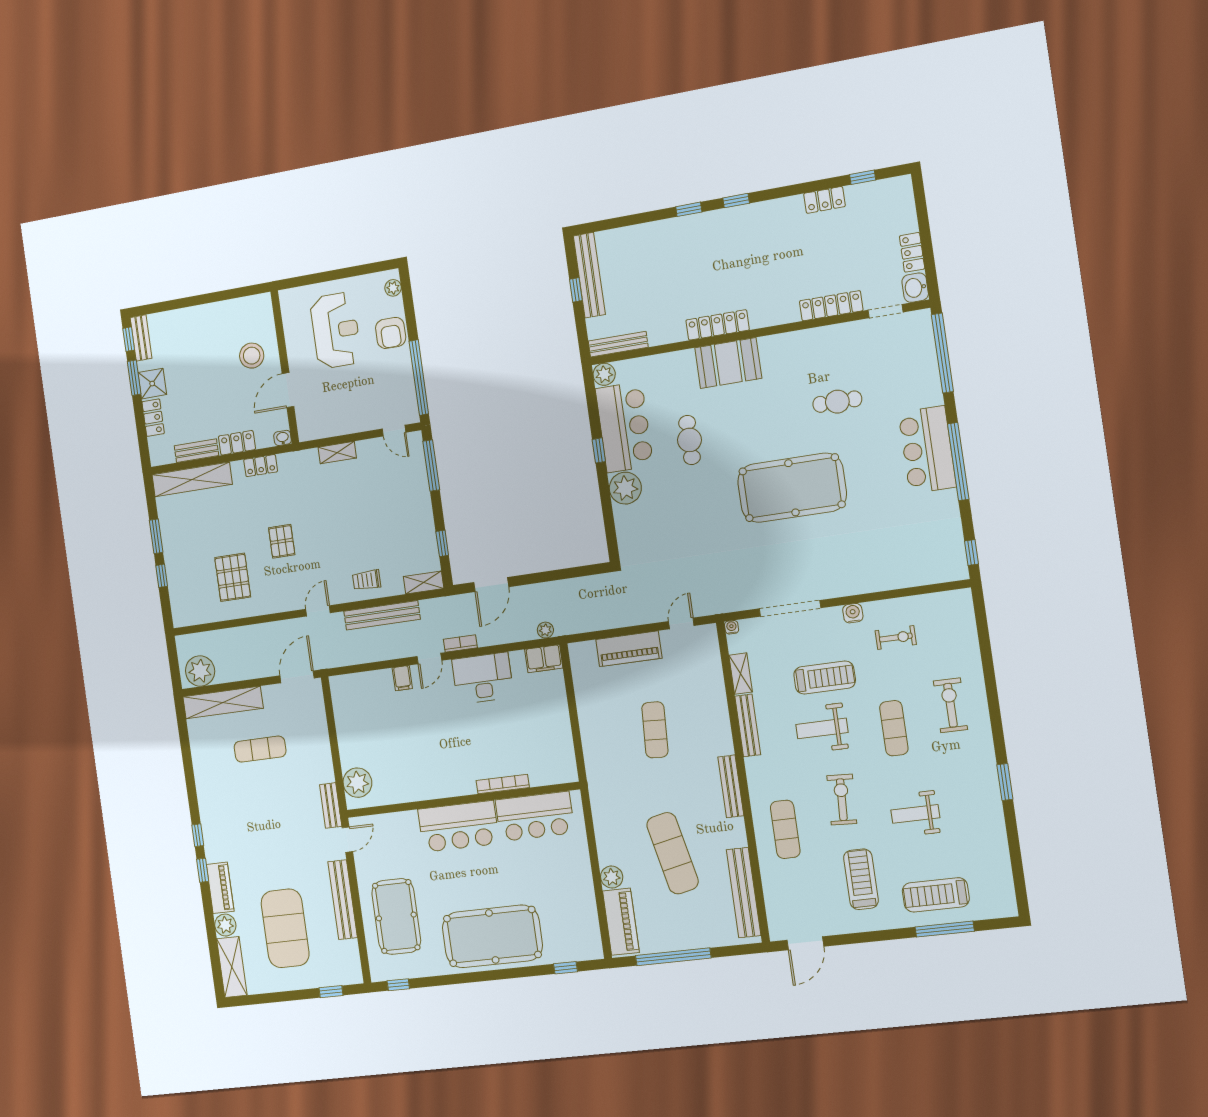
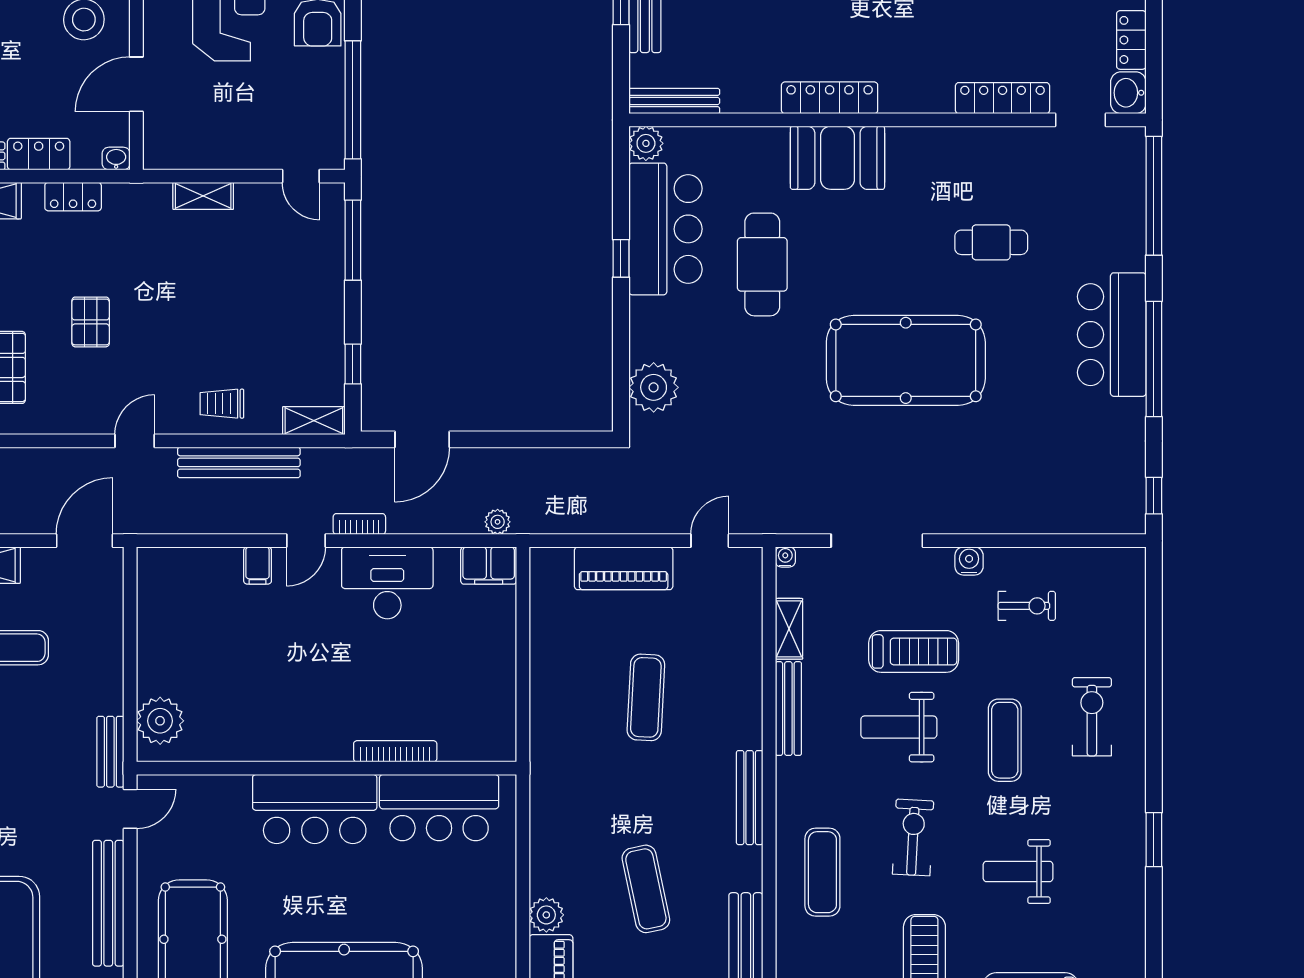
cafe table: (689, 440) -> (762, 264), width x1.37, depth x1.35
plant: (625, 488) -> (654, 387), moved
exercise mat: (673, 853) -> (646, 889), width x0.73, depth x0.69

